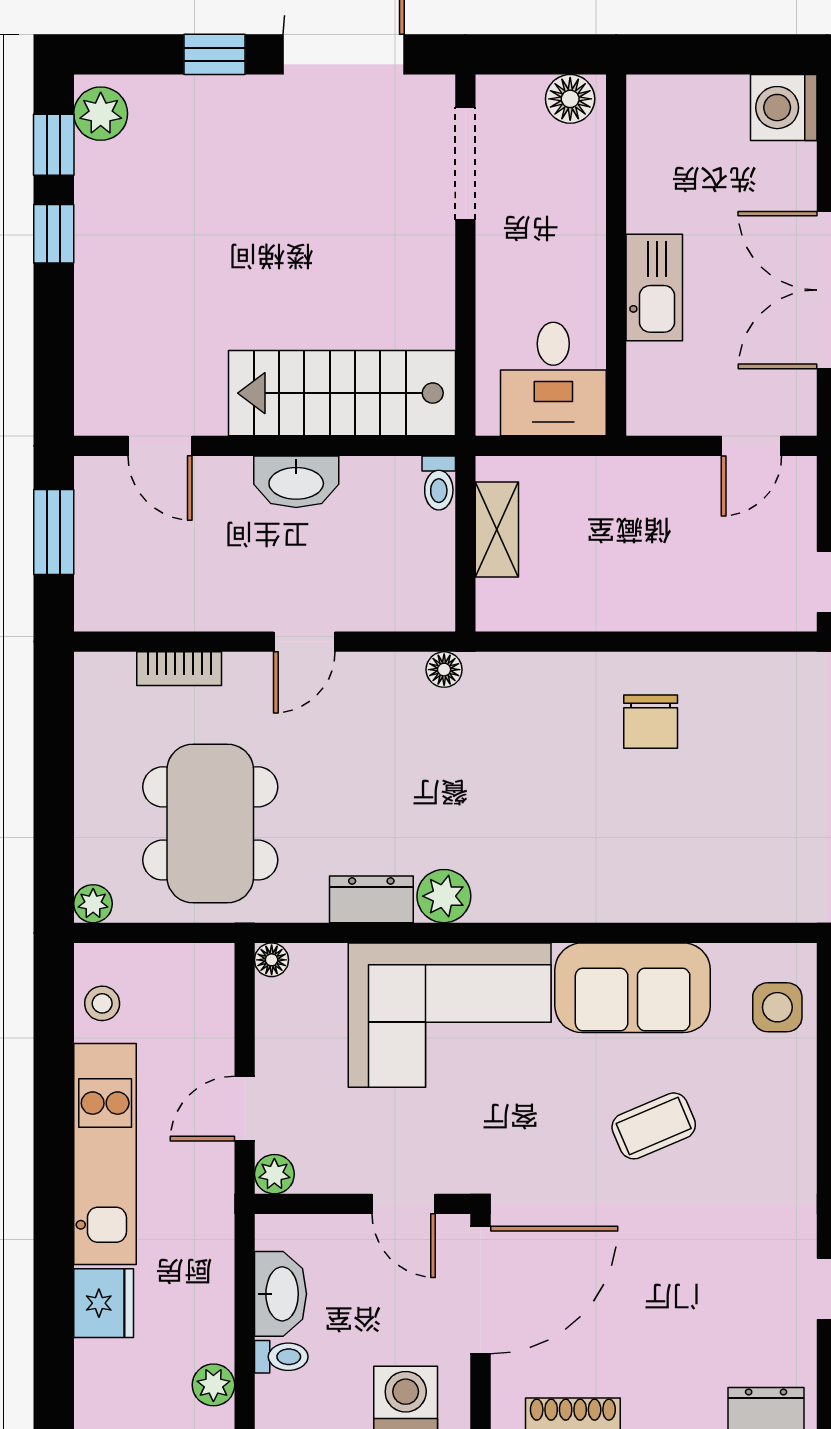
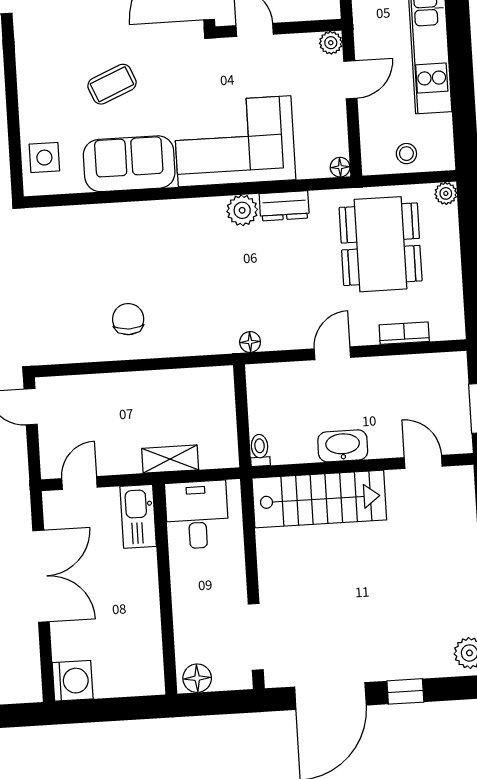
kitchen sink: (654, 288) -> (138, 516), moved
shelving: (497, 530) -> (170, 459), moved, turned 90
stool: (102, 1003) -> (406, 154), moved

